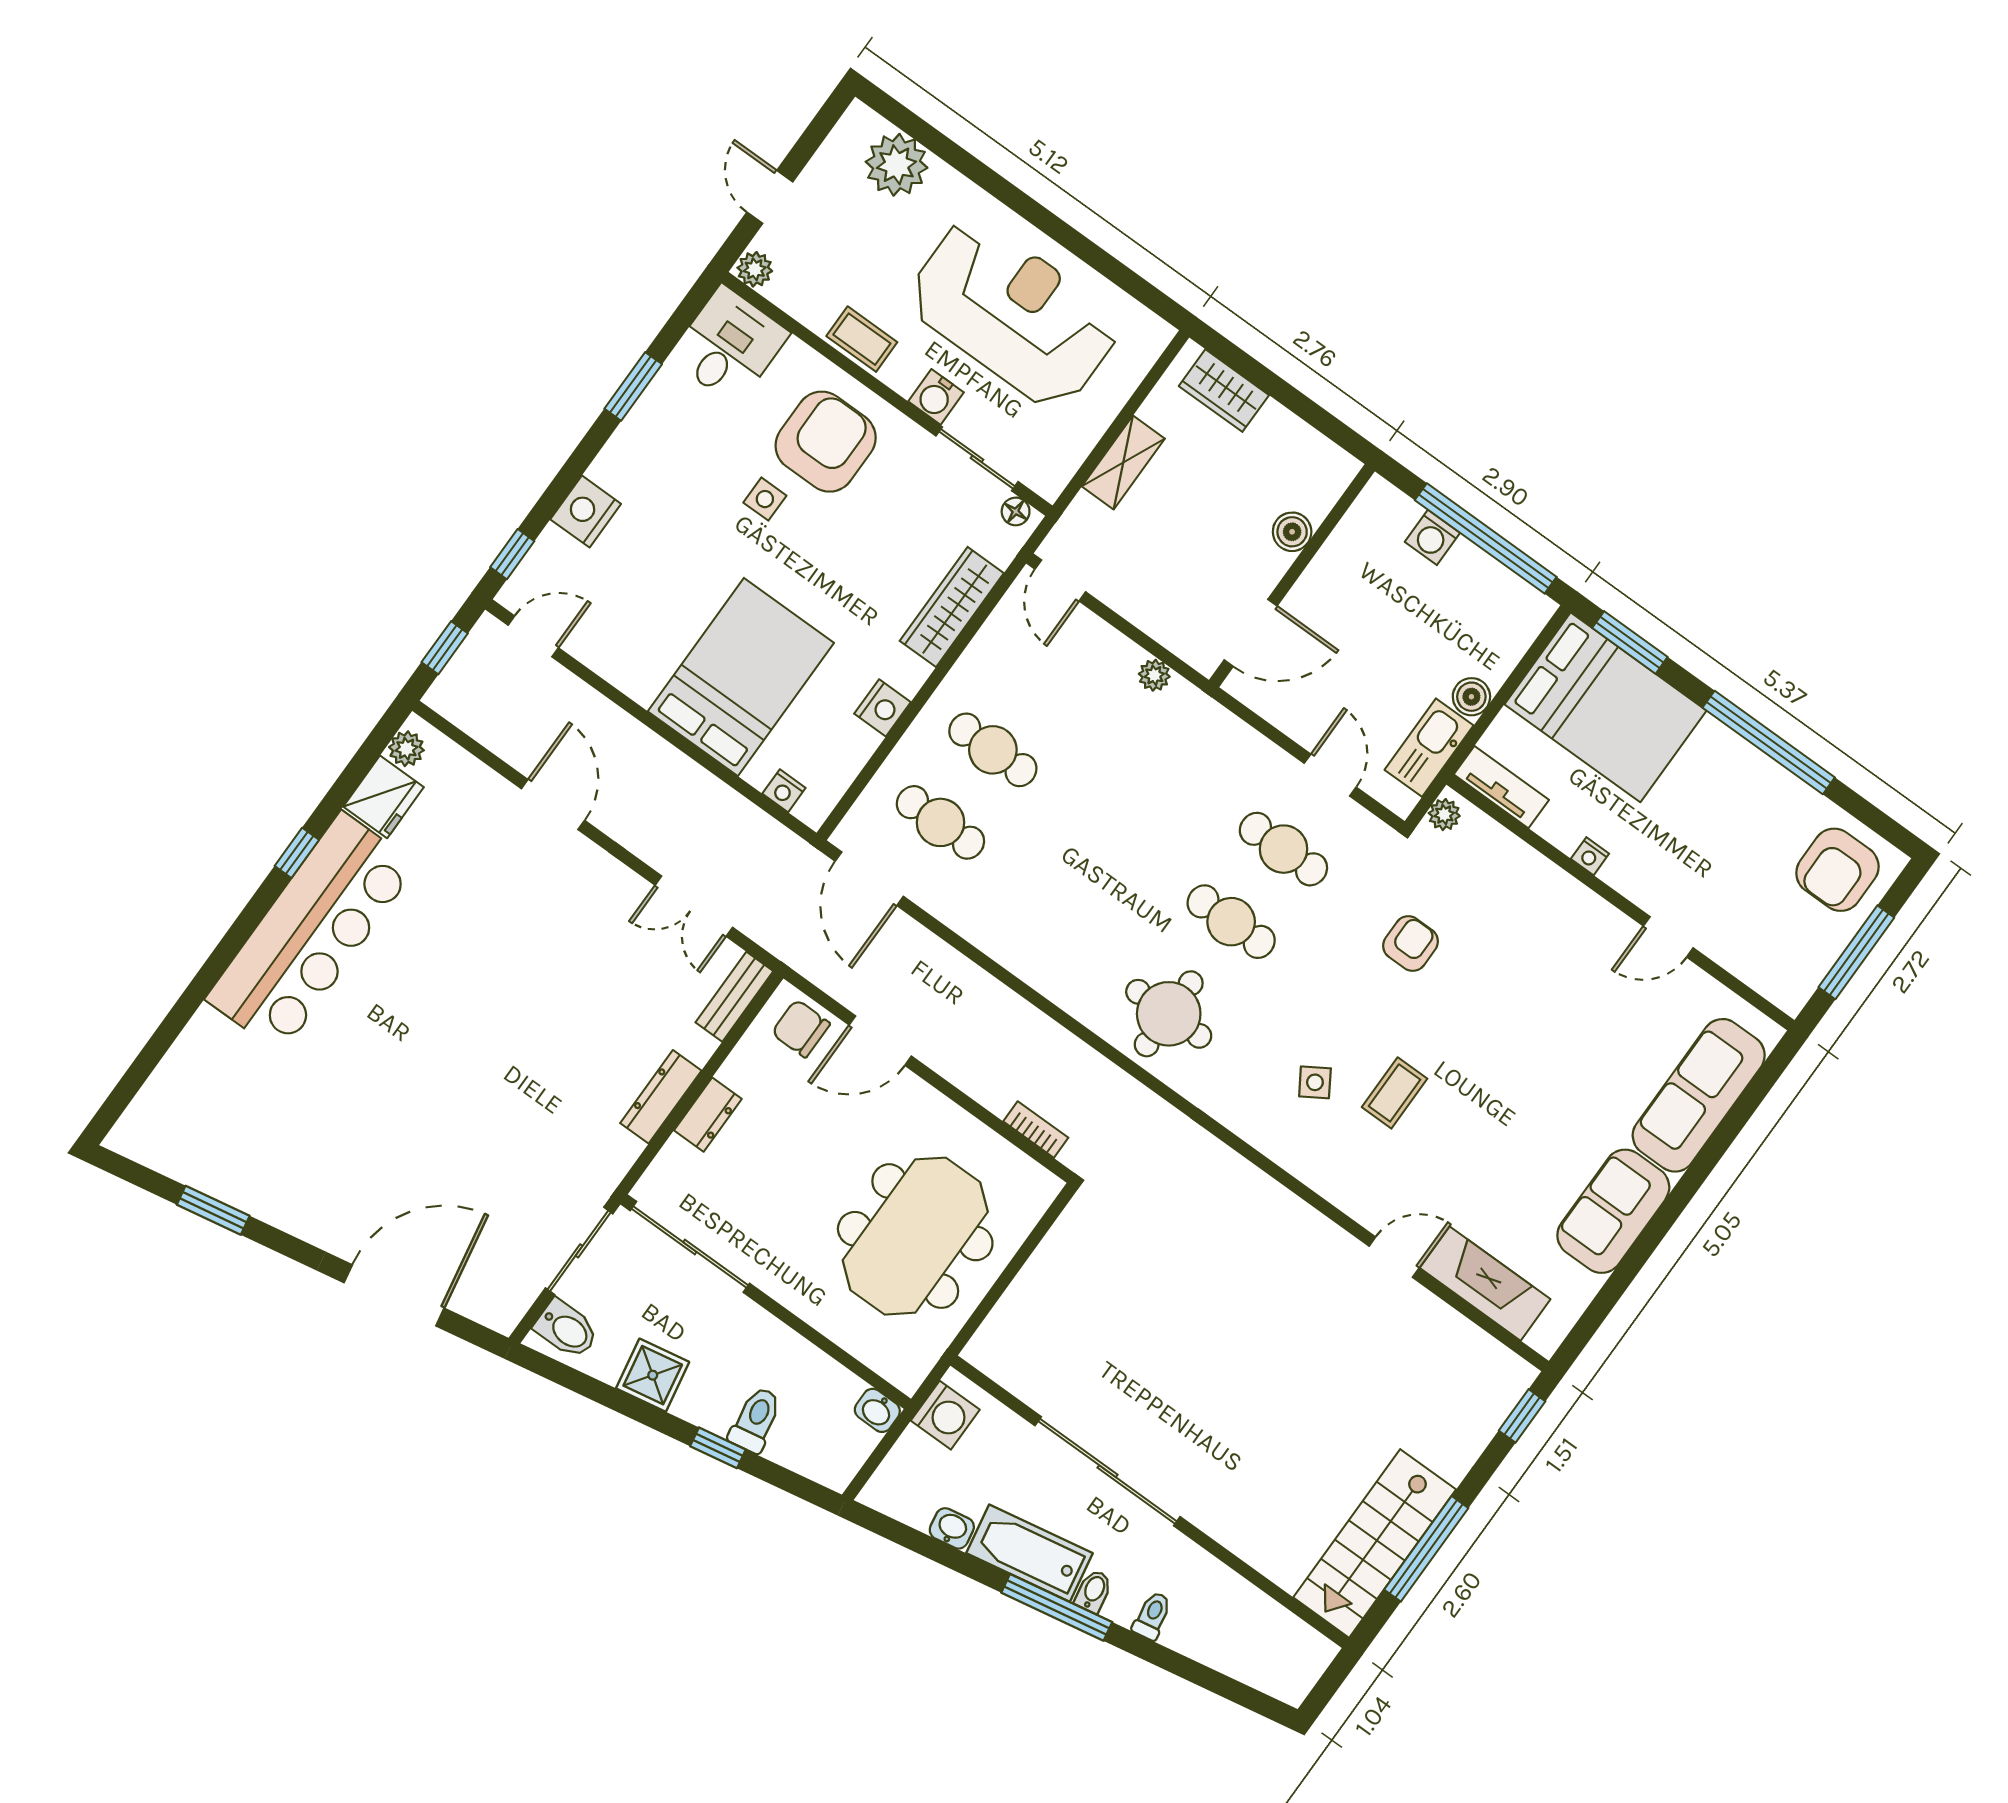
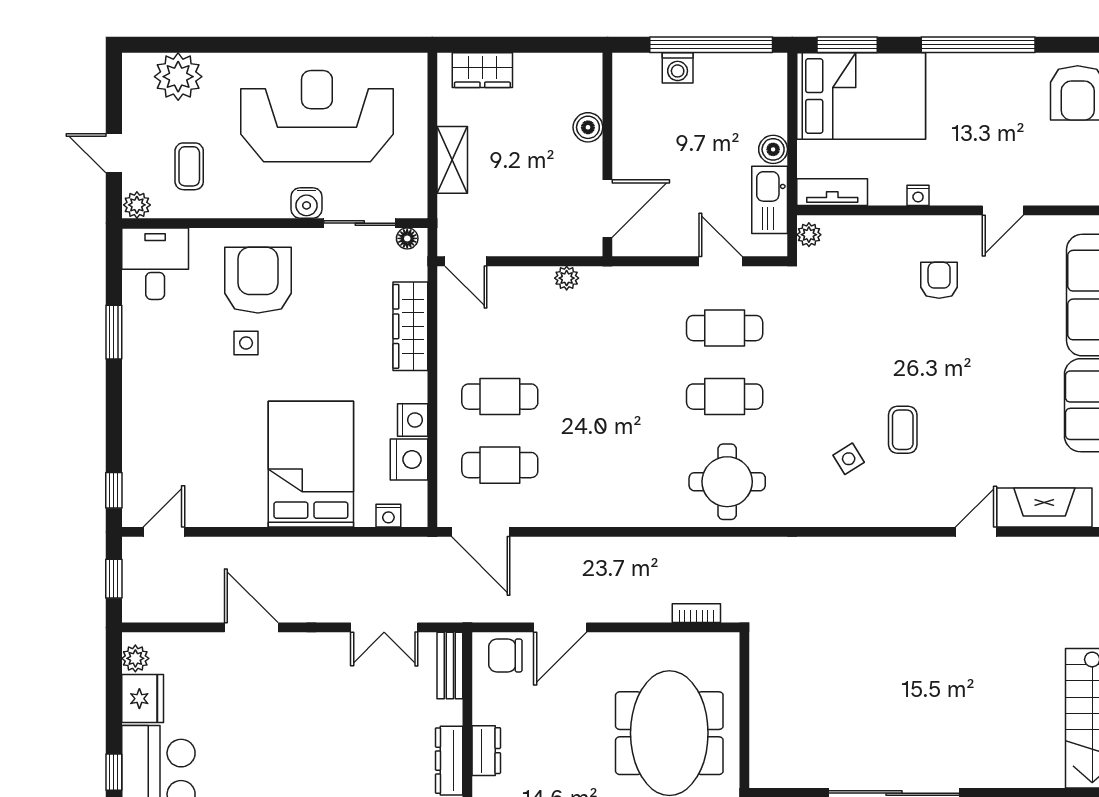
coffee table: (862, 339) -> (189, 166), moved, turned 90
nightstand: (586, 512) -> (409, 459), moved, turned 180
armchair: (1411, 944) -> (939, 280), moved

